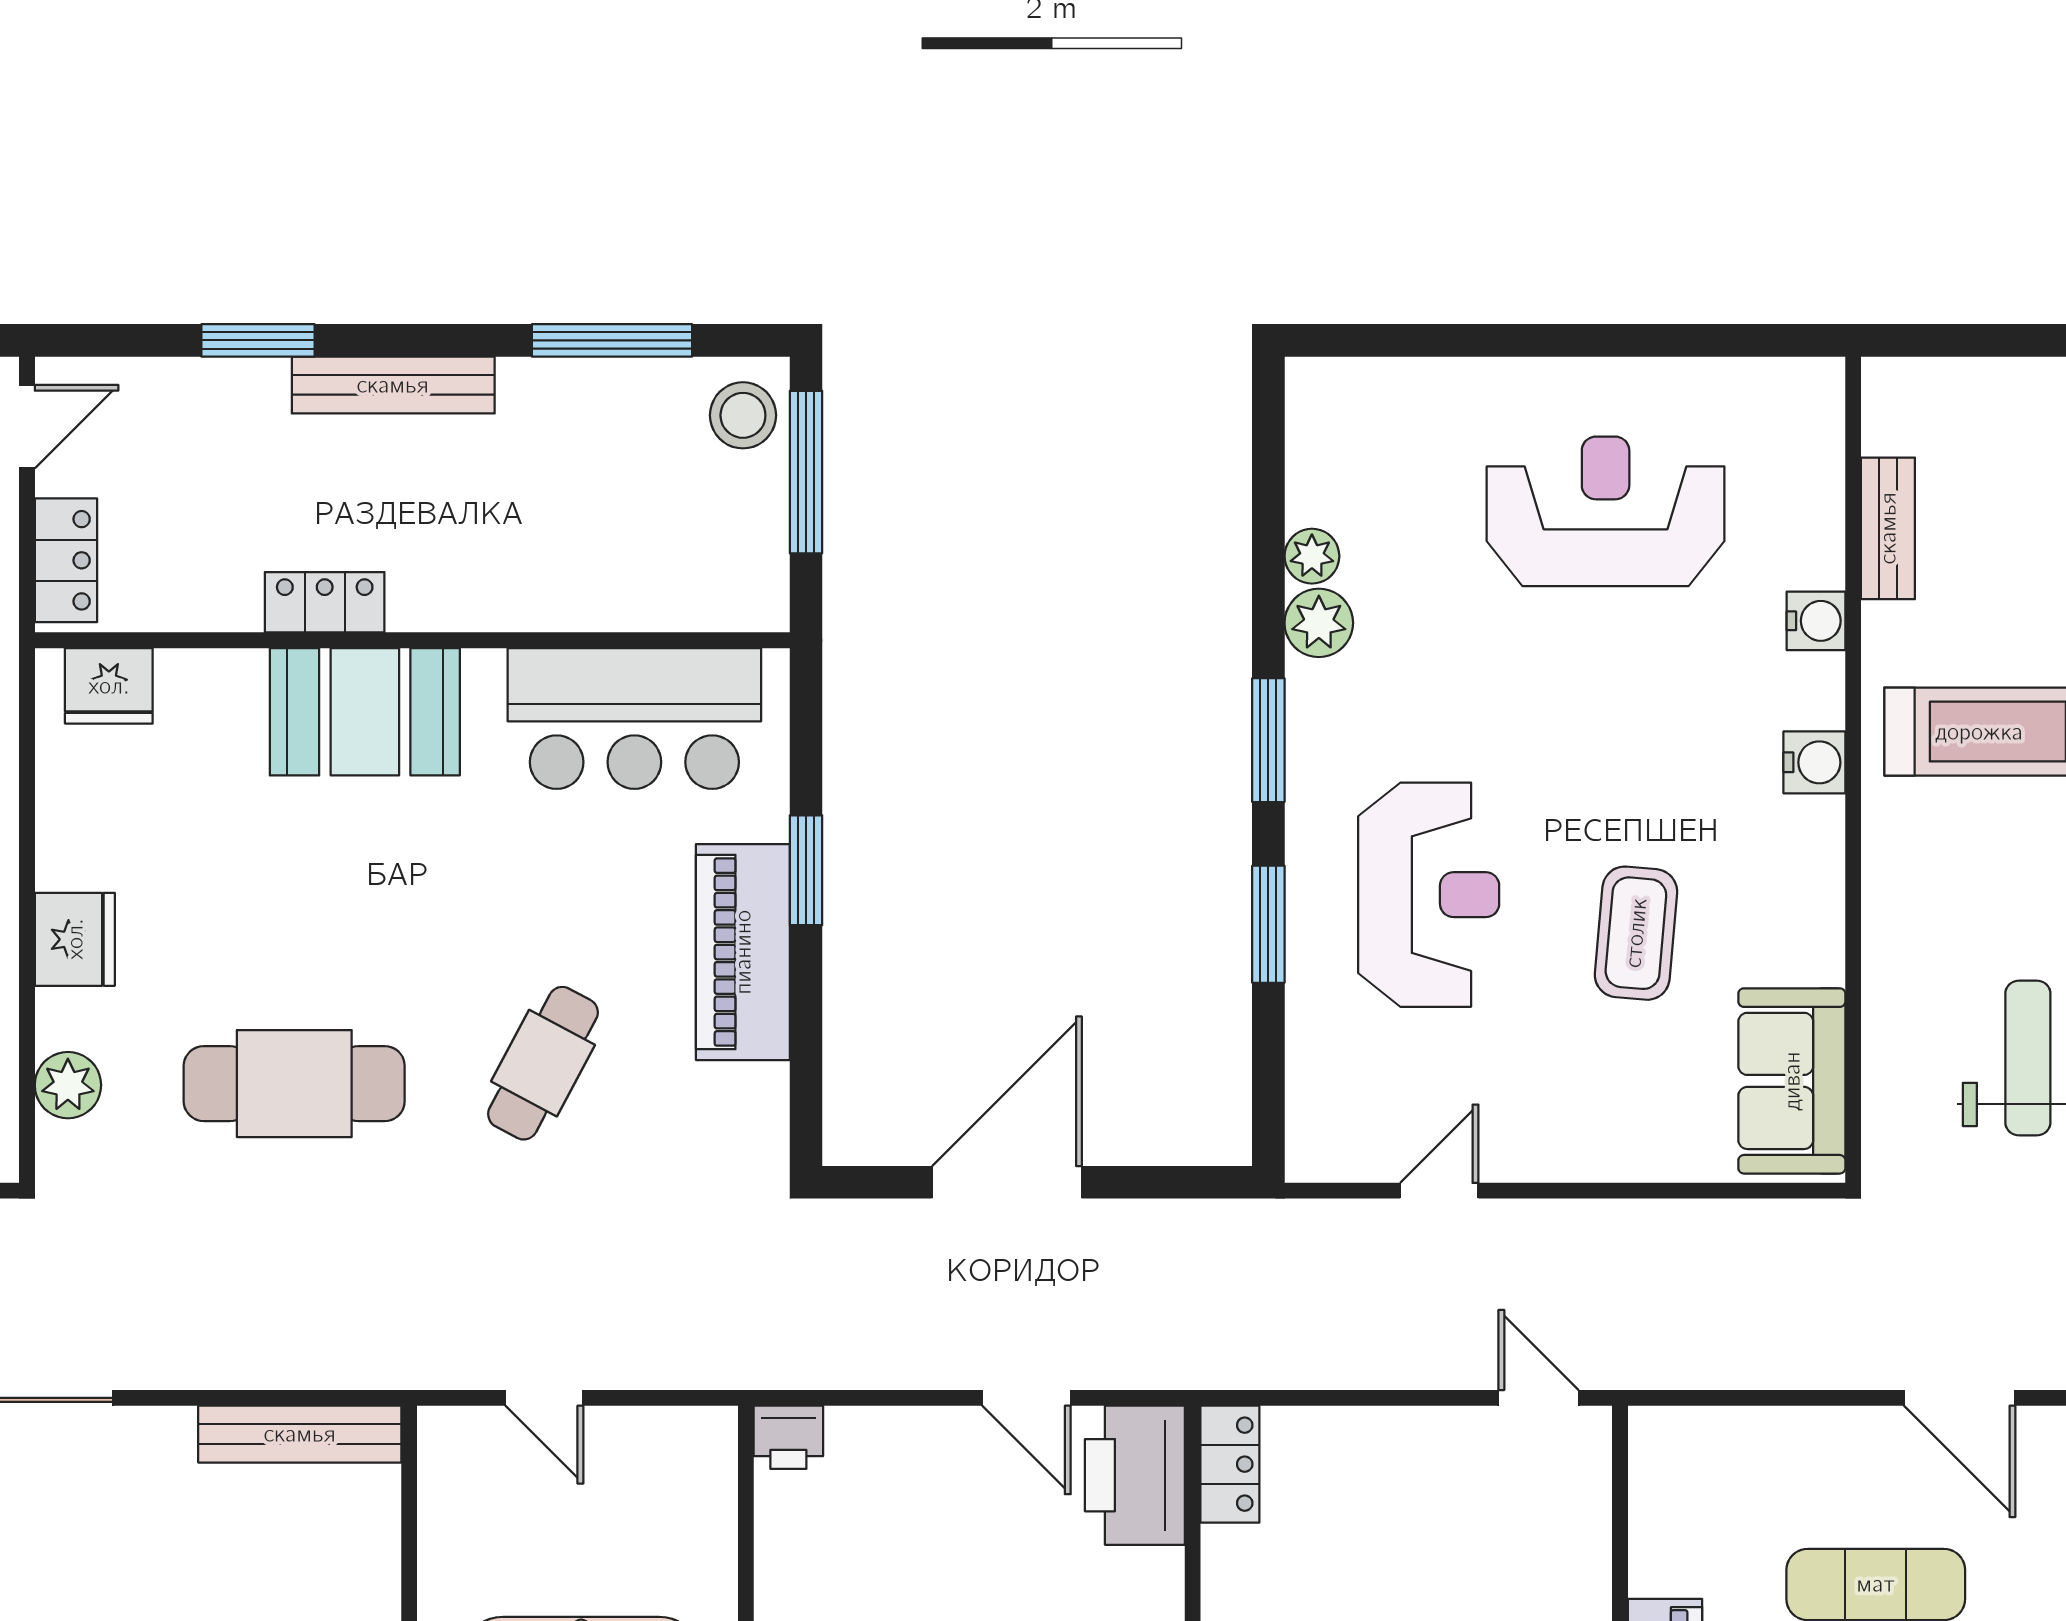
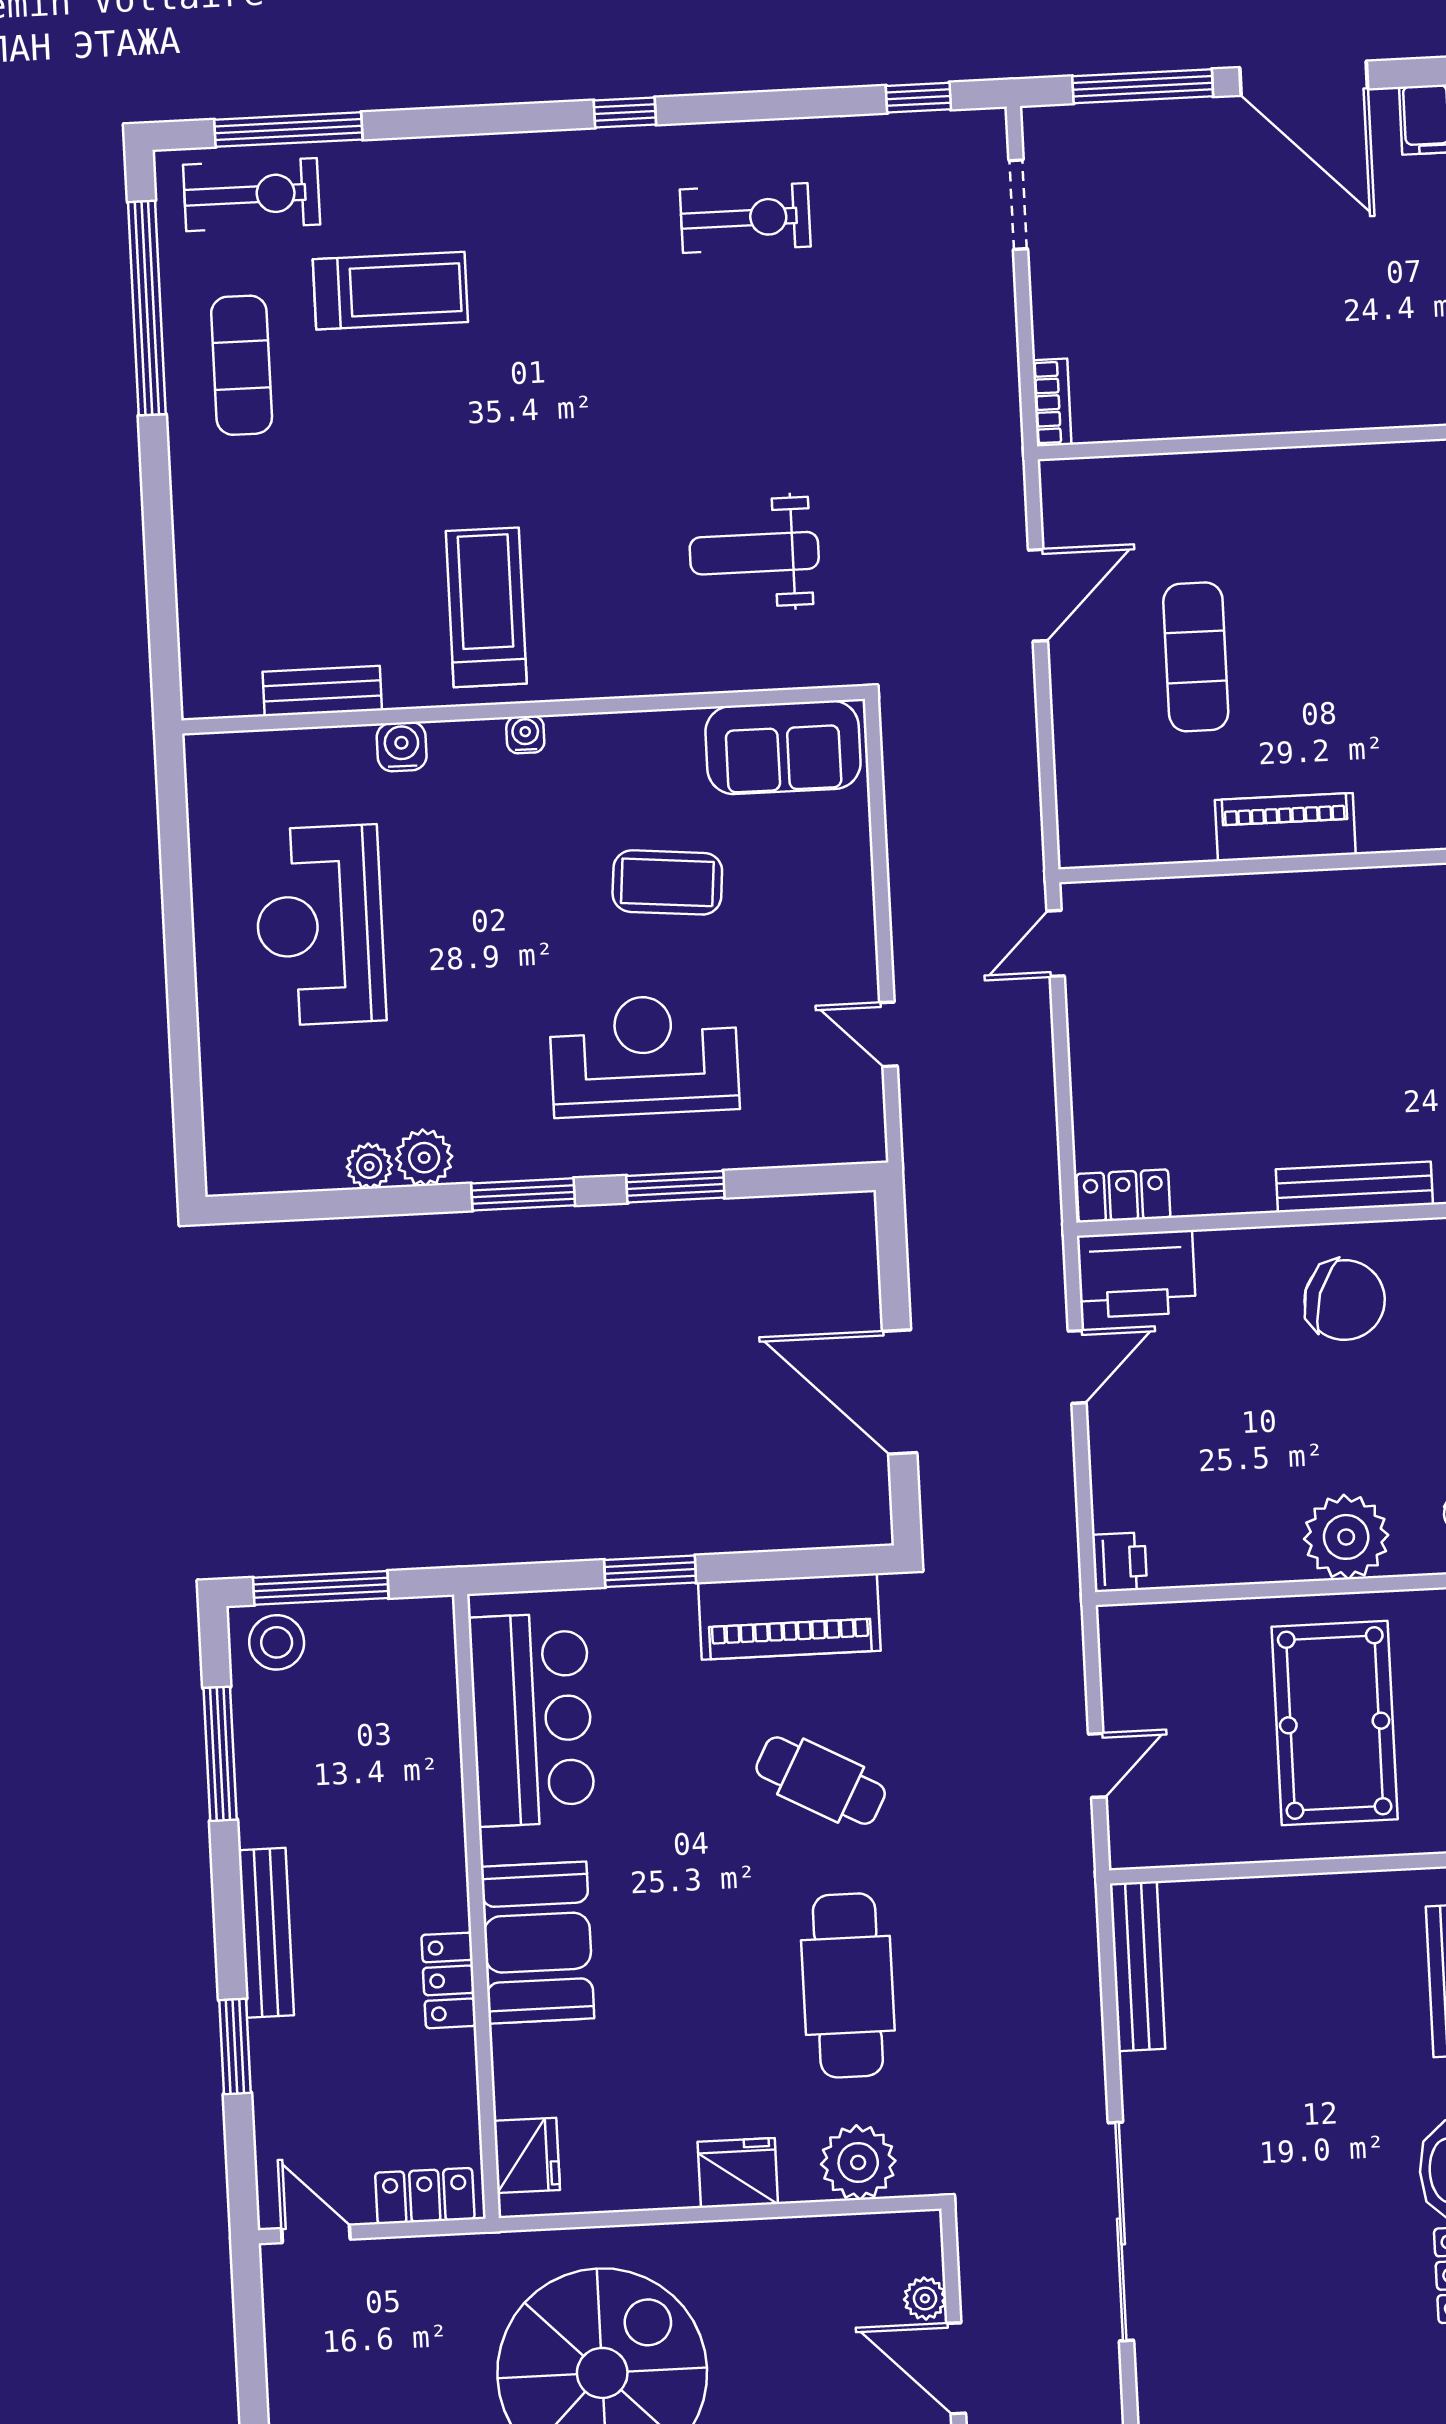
water cooler: (1814, 762) -> (525, 735), width x0.72, depth x0.72
piano: (743, 952) -> (789, 1616), moved
plant: (68, 1085) -> (858, 2162), width x1.36, depth x1.36

